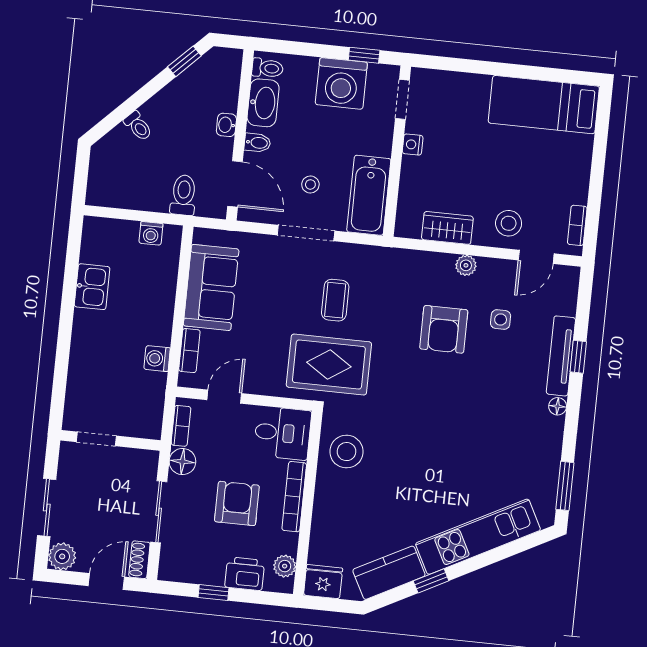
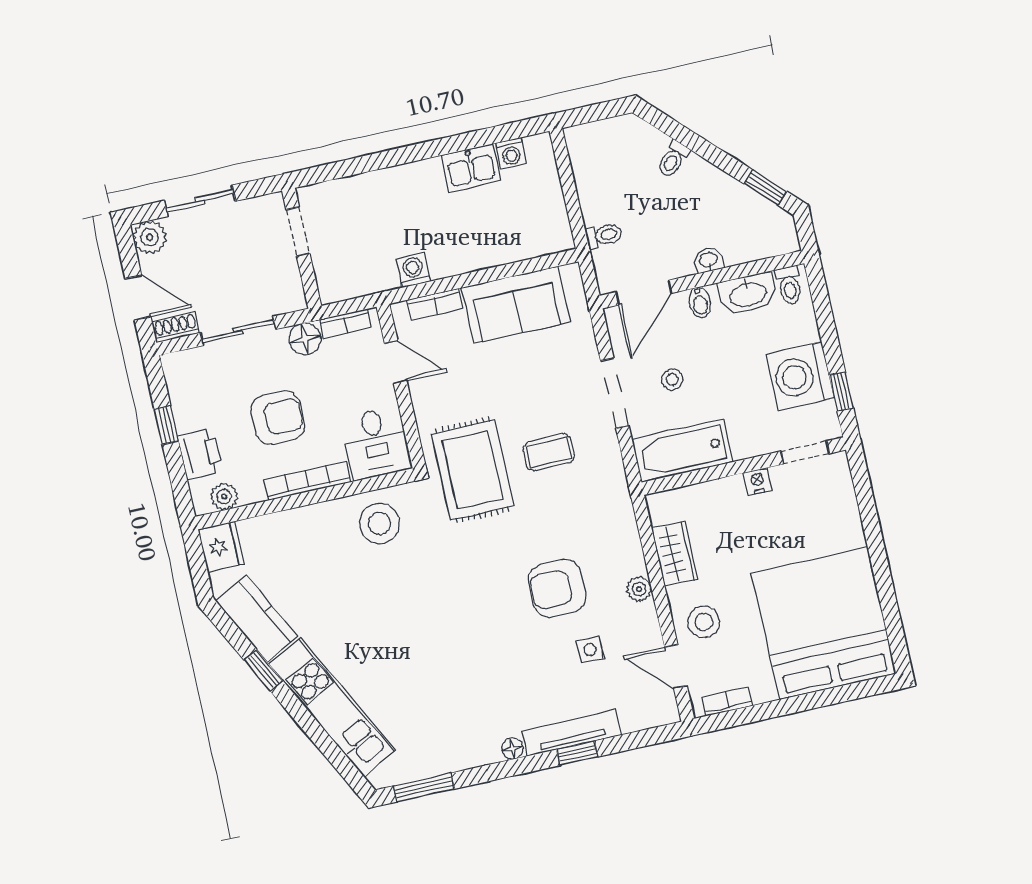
bed: (544, 105) -> (824, 623), width x2.04
toilet: (183, 195) -> (604, 235), width x0.73, depth x0.72
washing machine: (151, 233) -> (511, 153), moved, turned -90

